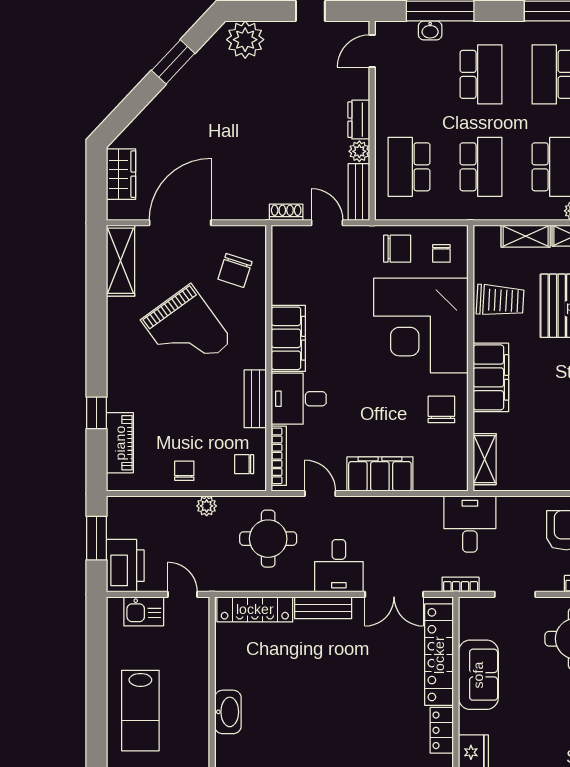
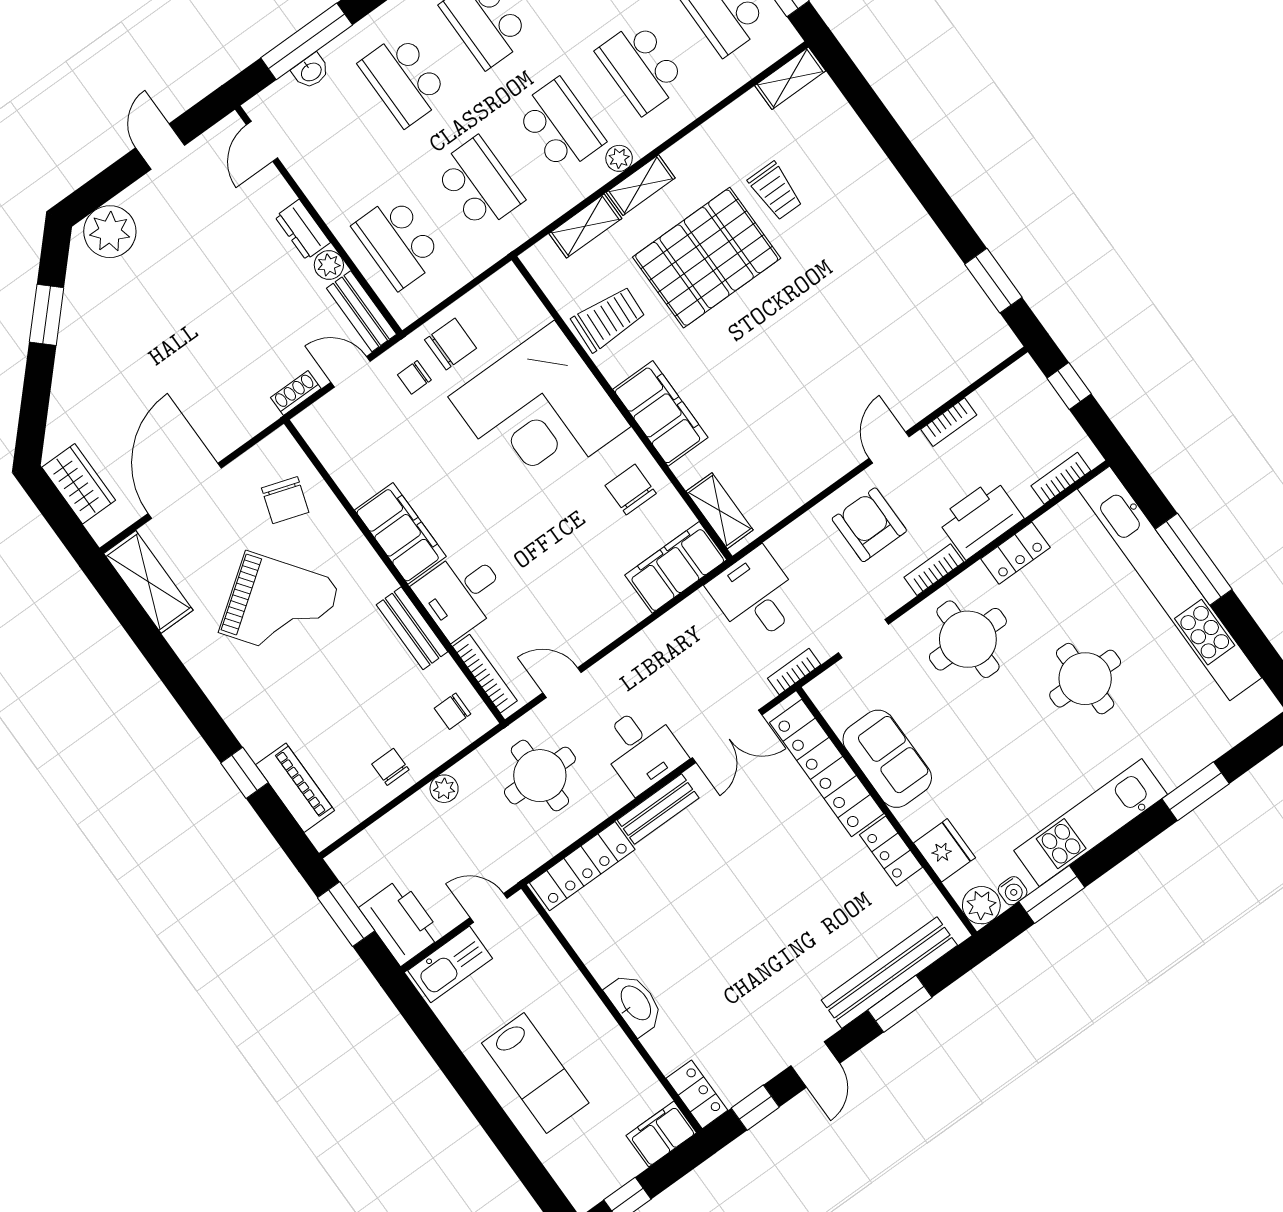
school desk: (481, 74) -> (404, 80), turned 180
chair: (441, 253) -> (414, 377), moved, turned 90
filing cabinet: (380, 474) -> (676, 567), moved
kitchen sink: (144, 611) -> (450, 964), width x1.38

